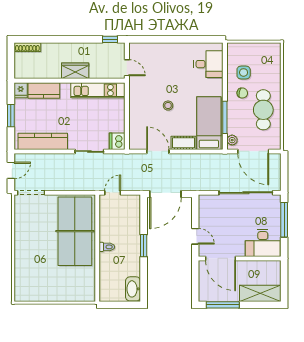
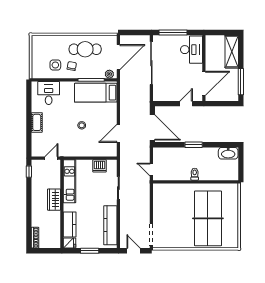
dishwasher: (117, 141) -> (99, 166), moved
cot: (184, 143) -> (37, 122), moved
table tennis table: (75, 231) -> (208, 218), moved, turned 90

